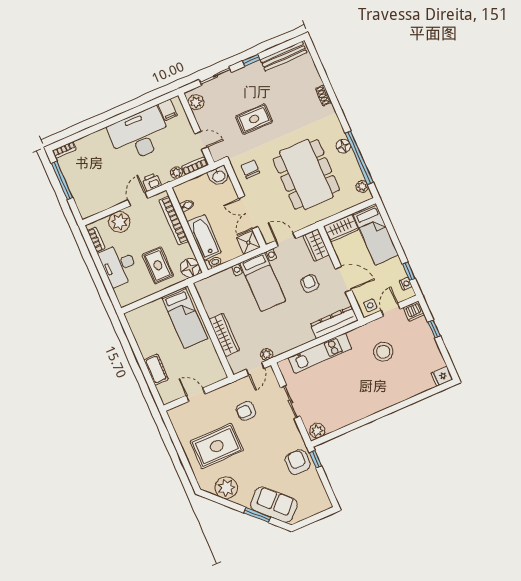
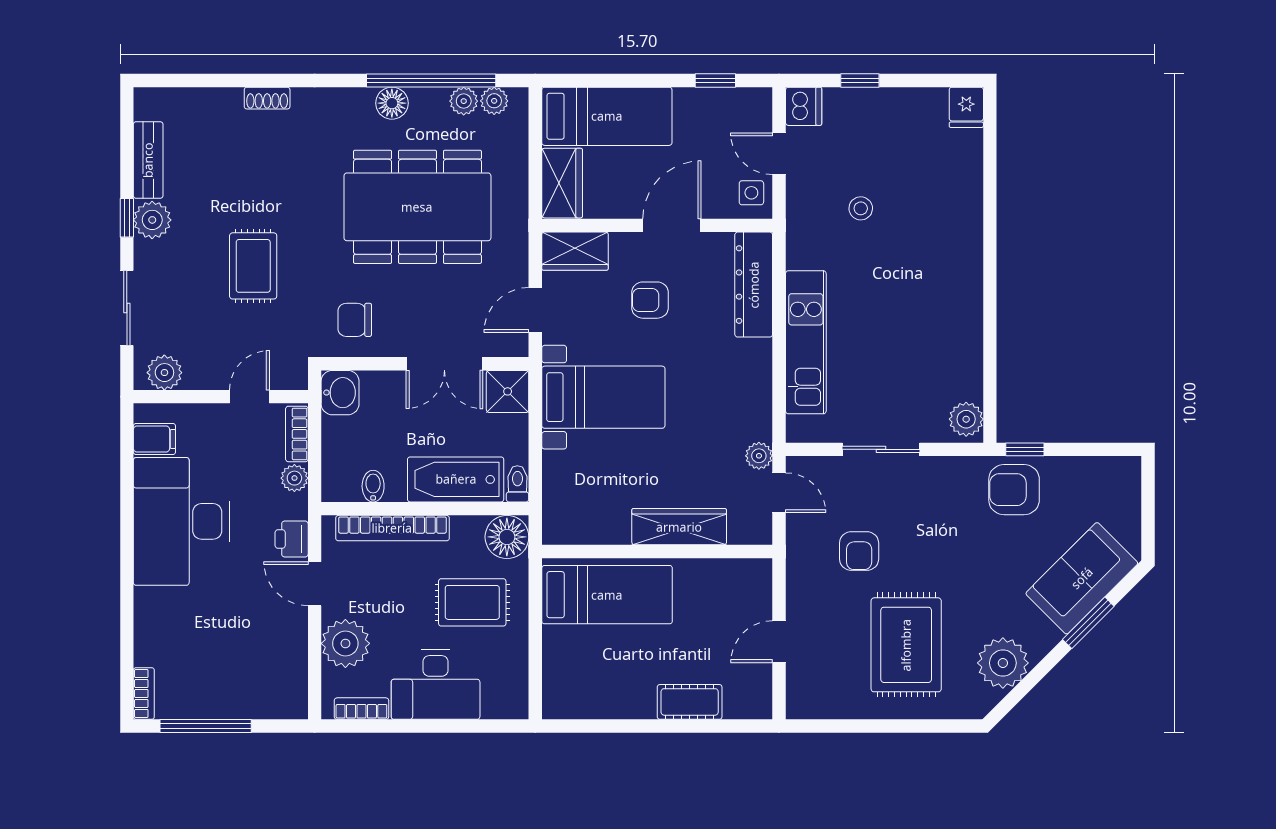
bench: (284, 56) -> (148, 160), width x0.73
plant: (255, 71) -> (152, 220), added
plant: (357, 174) -> (464, 101), added
nightstand: (406, 284) -> (739, 99), removed
stool: (383, 352) -> (861, 208), width x0.53, depth x0.53

